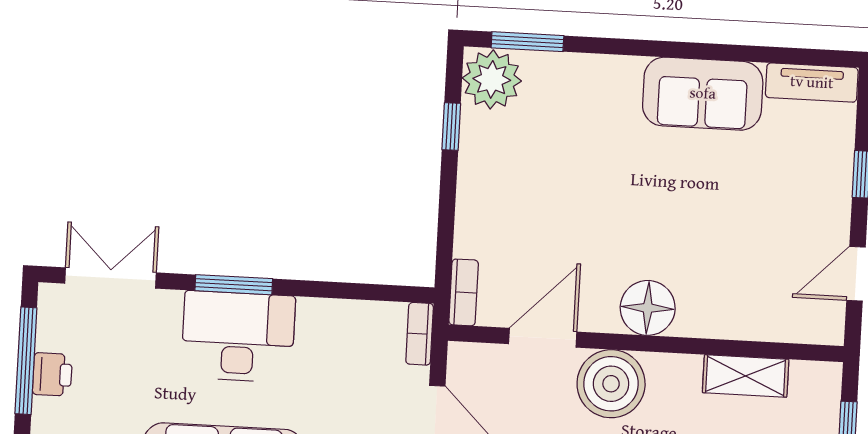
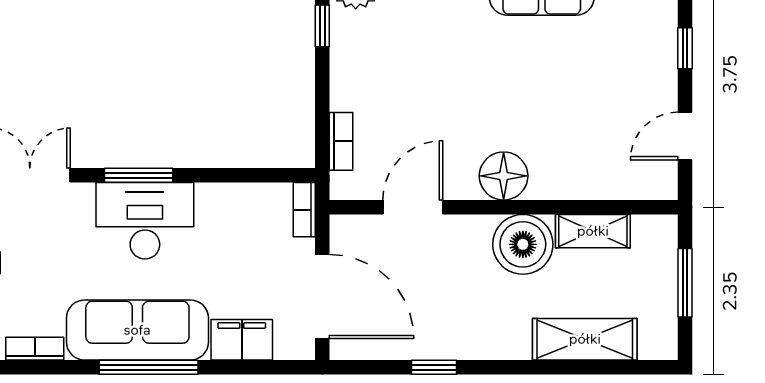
bookcase: (464, 292) -> (341, 141), moved
boiler: (611, 384) -> (523, 244), moved

